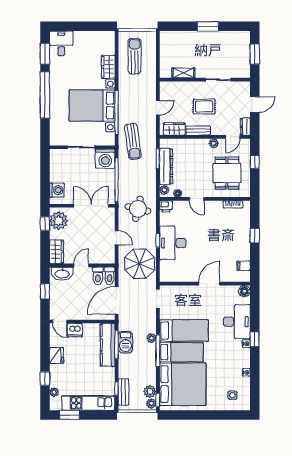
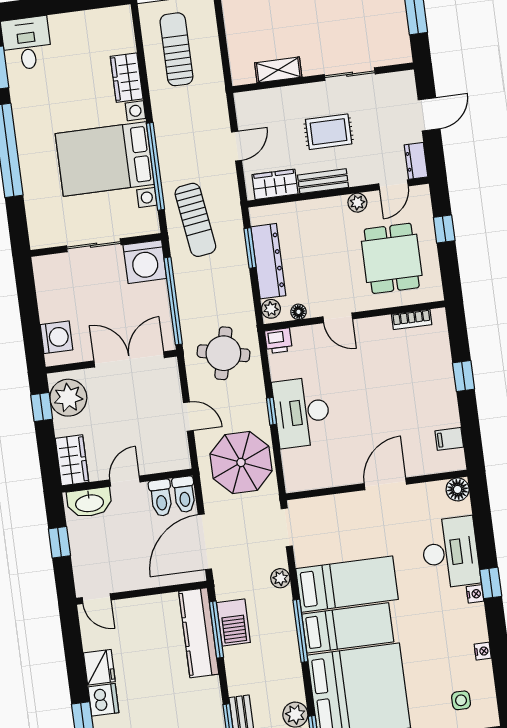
dishwasher: (75, 330) -> (103, 700), moved, turned -90
plant: (151, 338) -> (280, 578), moved

